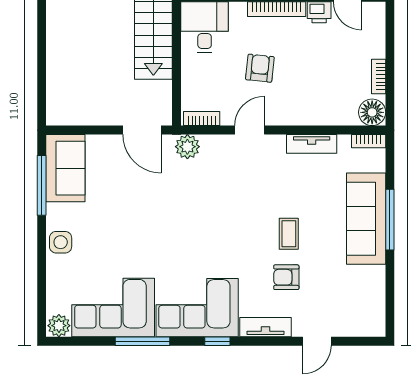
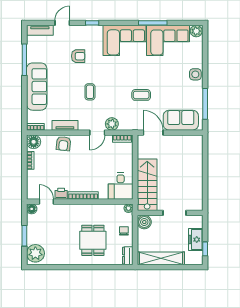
armchair: (260, 68) -> (63, 144), moved
plant: (187, 147) -> (112, 124), moved
sofa: (65, 168) -> (181, 120), moved, turned 90
coffee table: (165, 203) -> (141, 95), added
window: (390, 220) -> (24, 60), moved
coffee table: (289, 234) -> (90, 92), moved
tv unit: (265, 327) -> (40, 30), moved
window: (217, 341) -> (92, 23), moved

